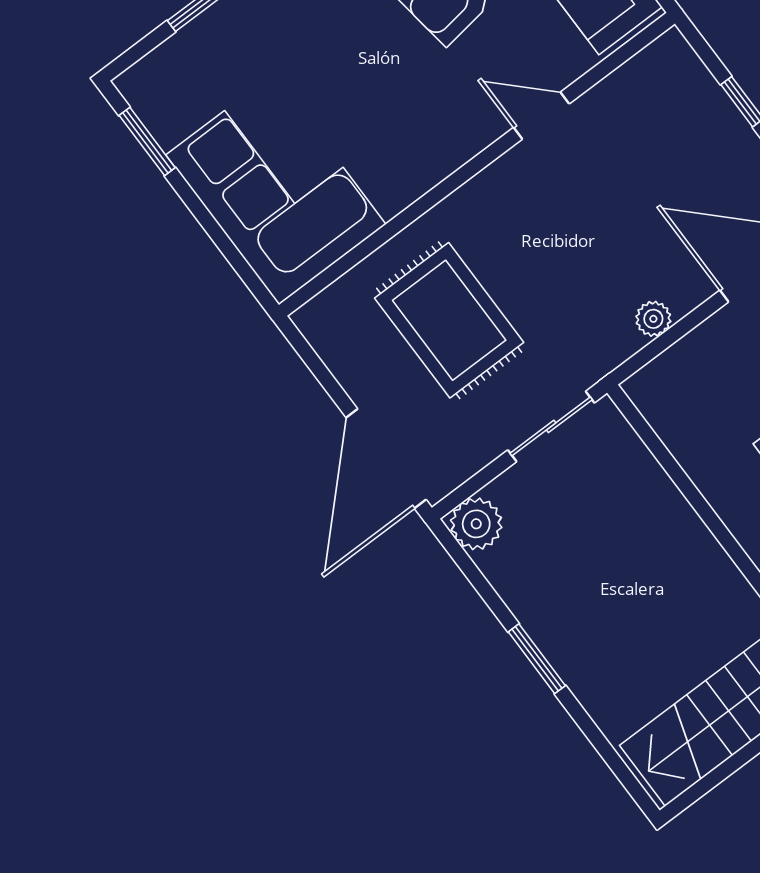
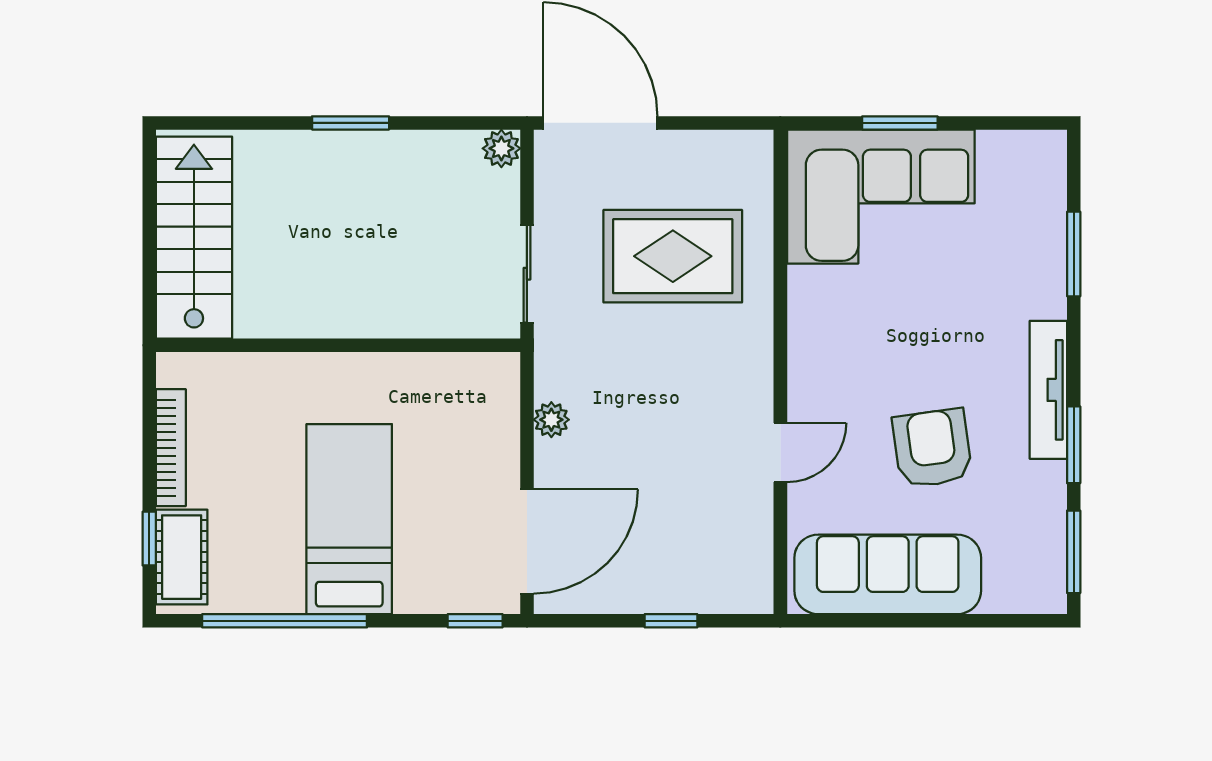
window: (147, 142) -> (900, 123), moved
plant: (476, 524) -> (501, 148), width x0.73, depth x0.73

